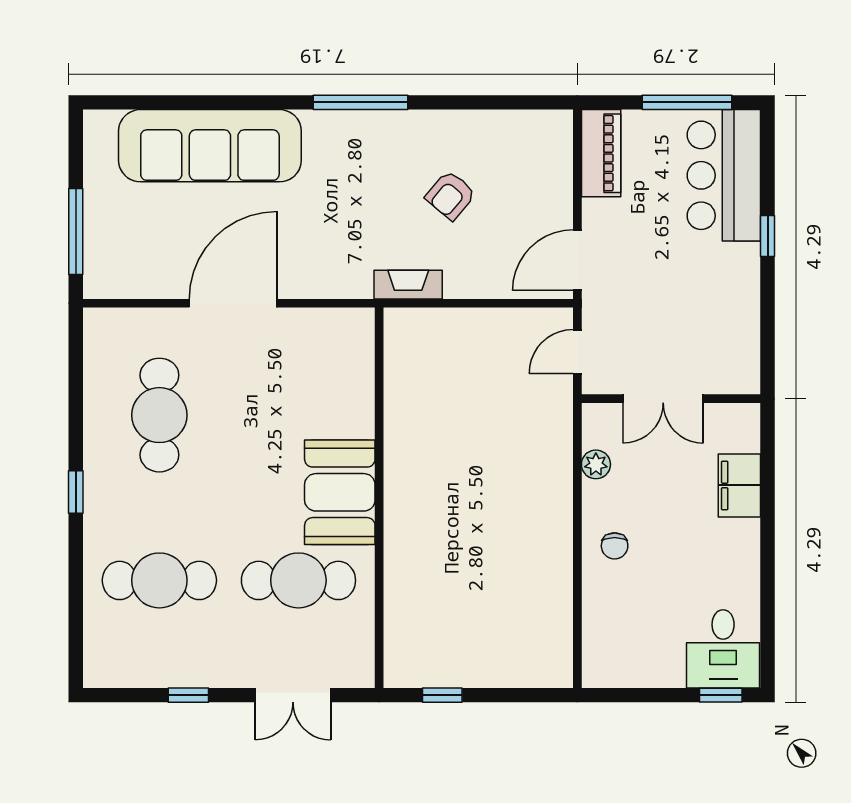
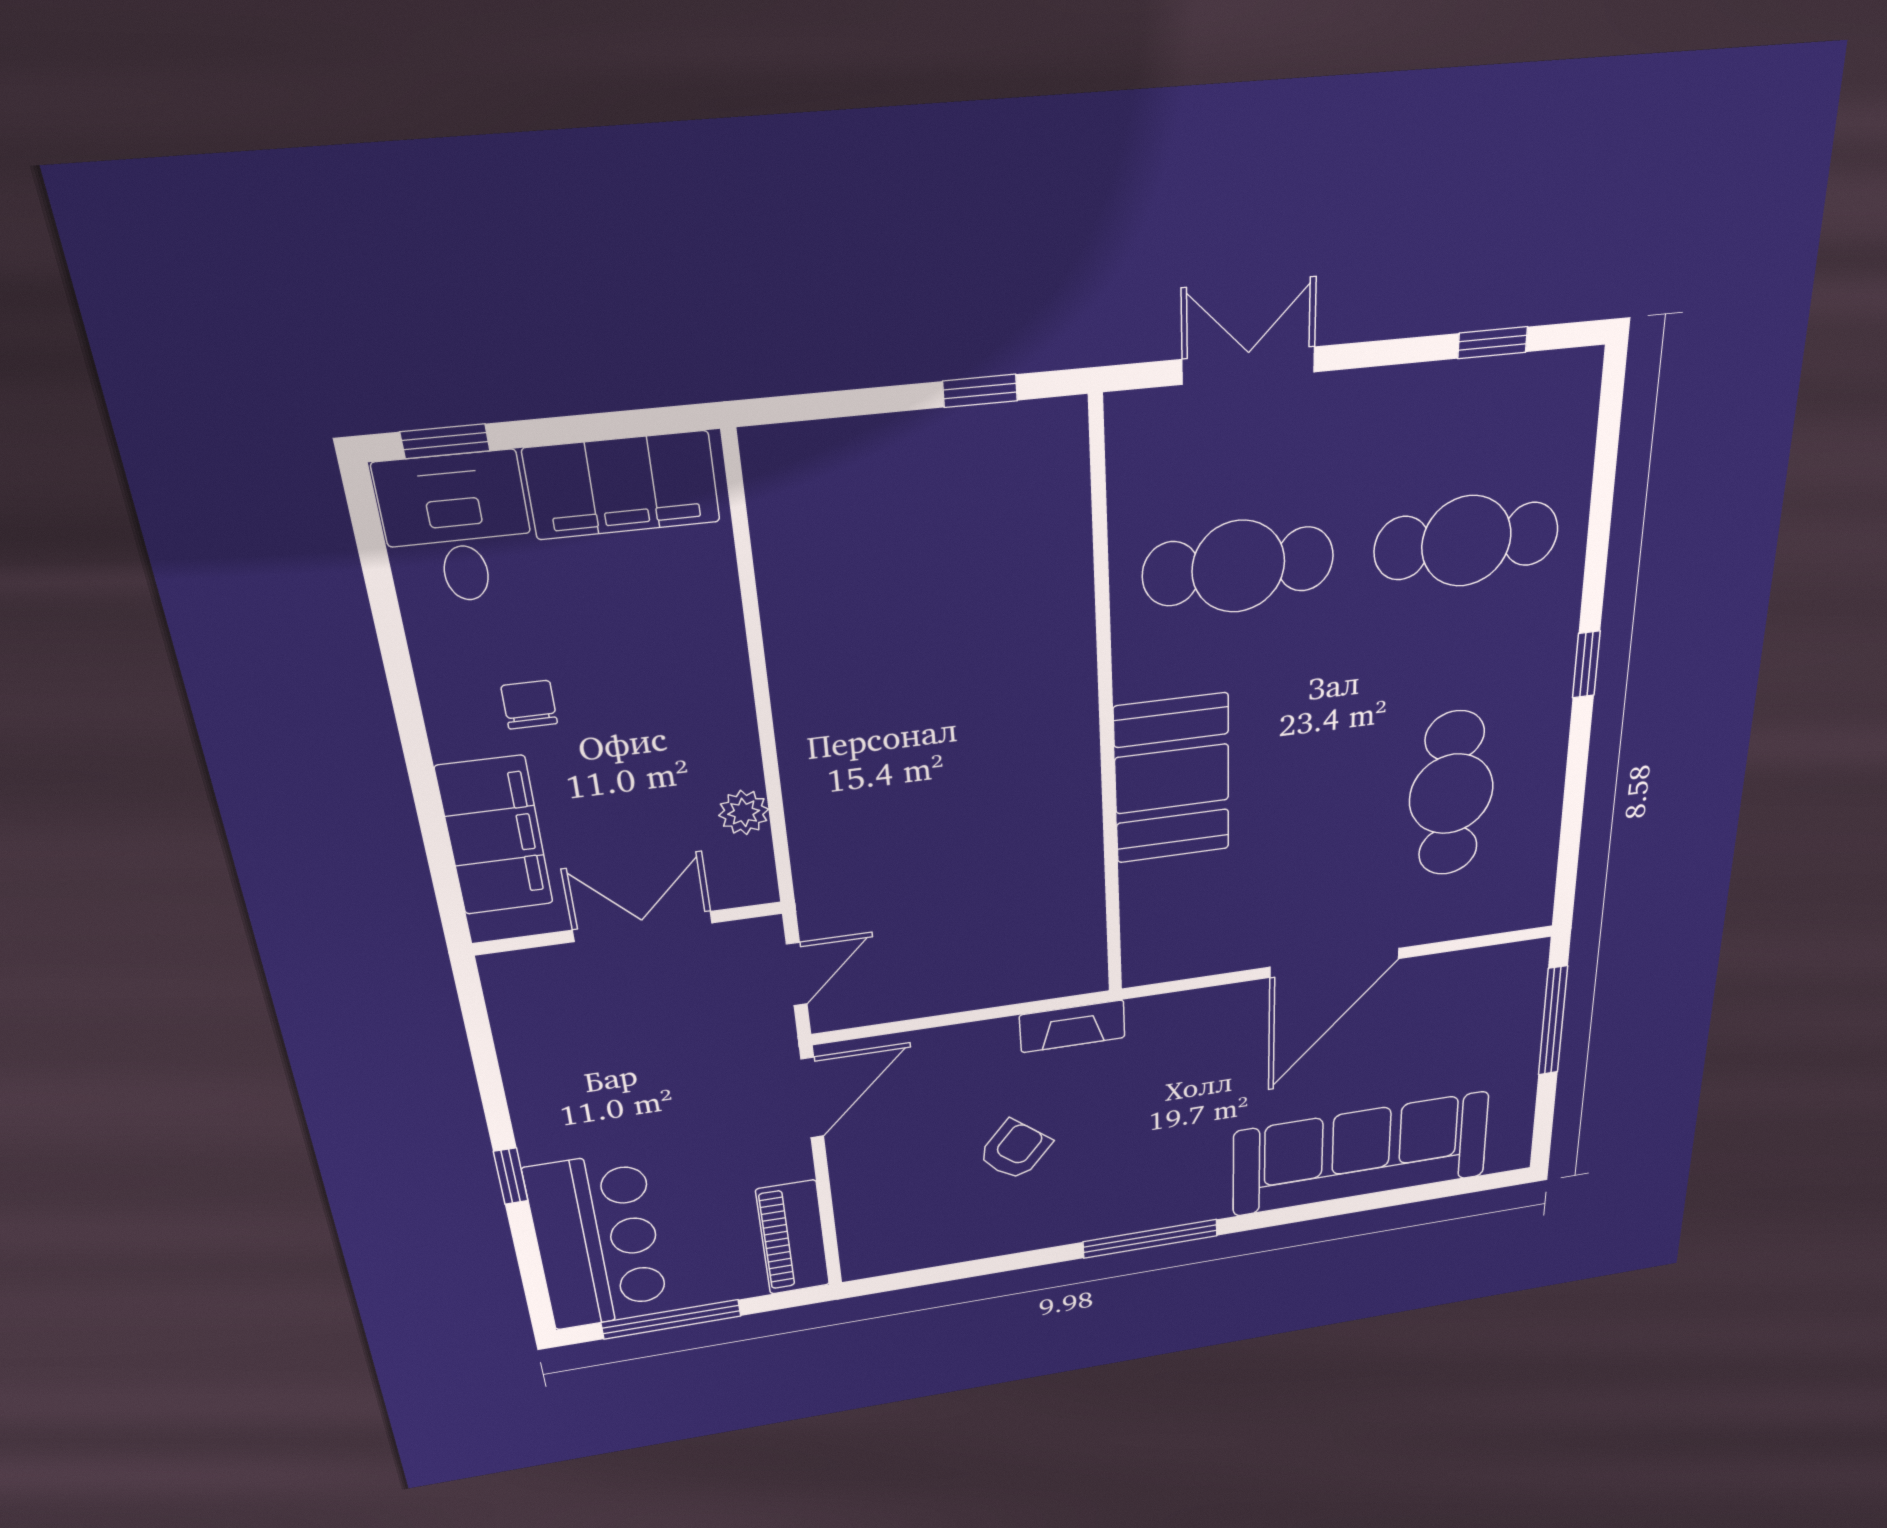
filing cabinet: (739, 485) -> (495, 836), width x1.50, depth x1.17
booth: (340, 492) -> (1172, 779), moved
chair: (615, 546) -> (529, 705), moved
filing cabinet: (636, 663) -> (622, 485), added
window: (188, 695) -> (1493, 343), moved

